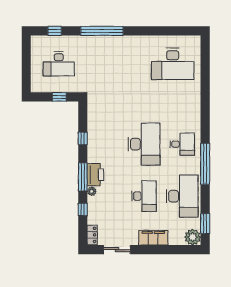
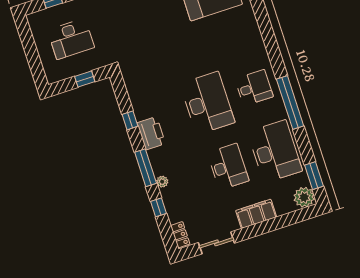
printer: (95, 175) -> (151, 133), moved

